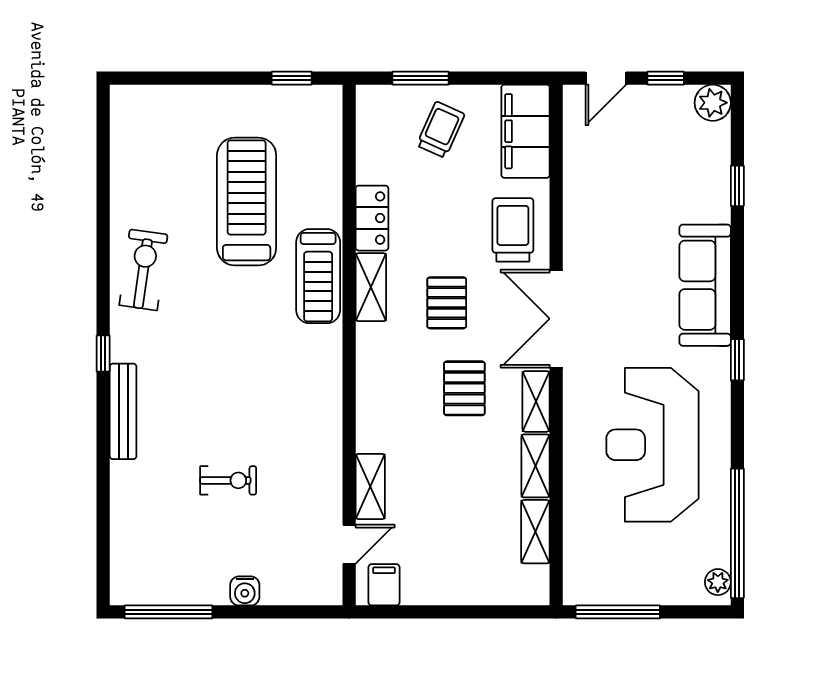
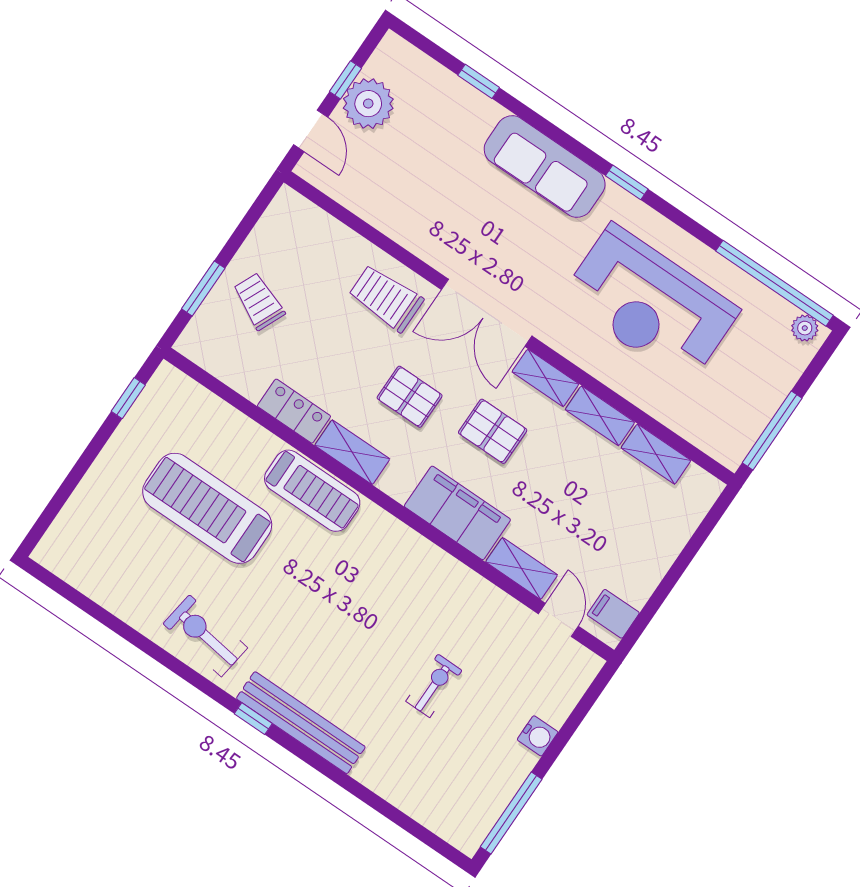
plant: (713, 103) -> (368, 104), moved, width x1.36, depth x1.36
filing cabinet: (526, 131) -> (457, 513), moved, turned 180
bench: (123, 411) -> (301, 723), width x1.37, depth x1.21

